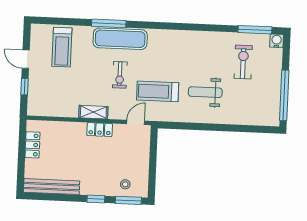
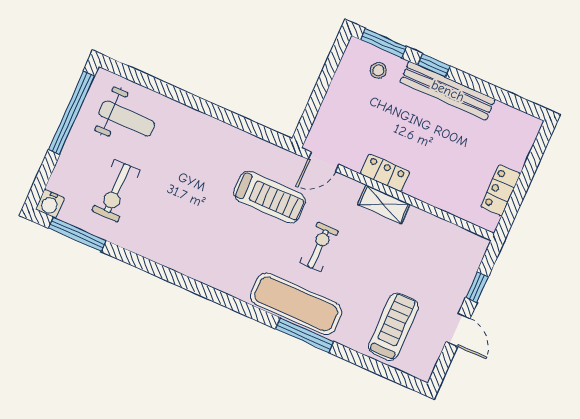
weight bench: (205, 92) -> (127, 118), moved
bench: (52, 187) -> (448, 91), moved

